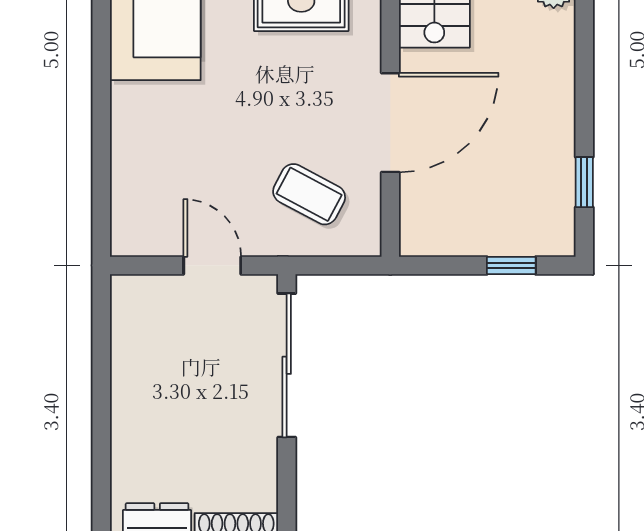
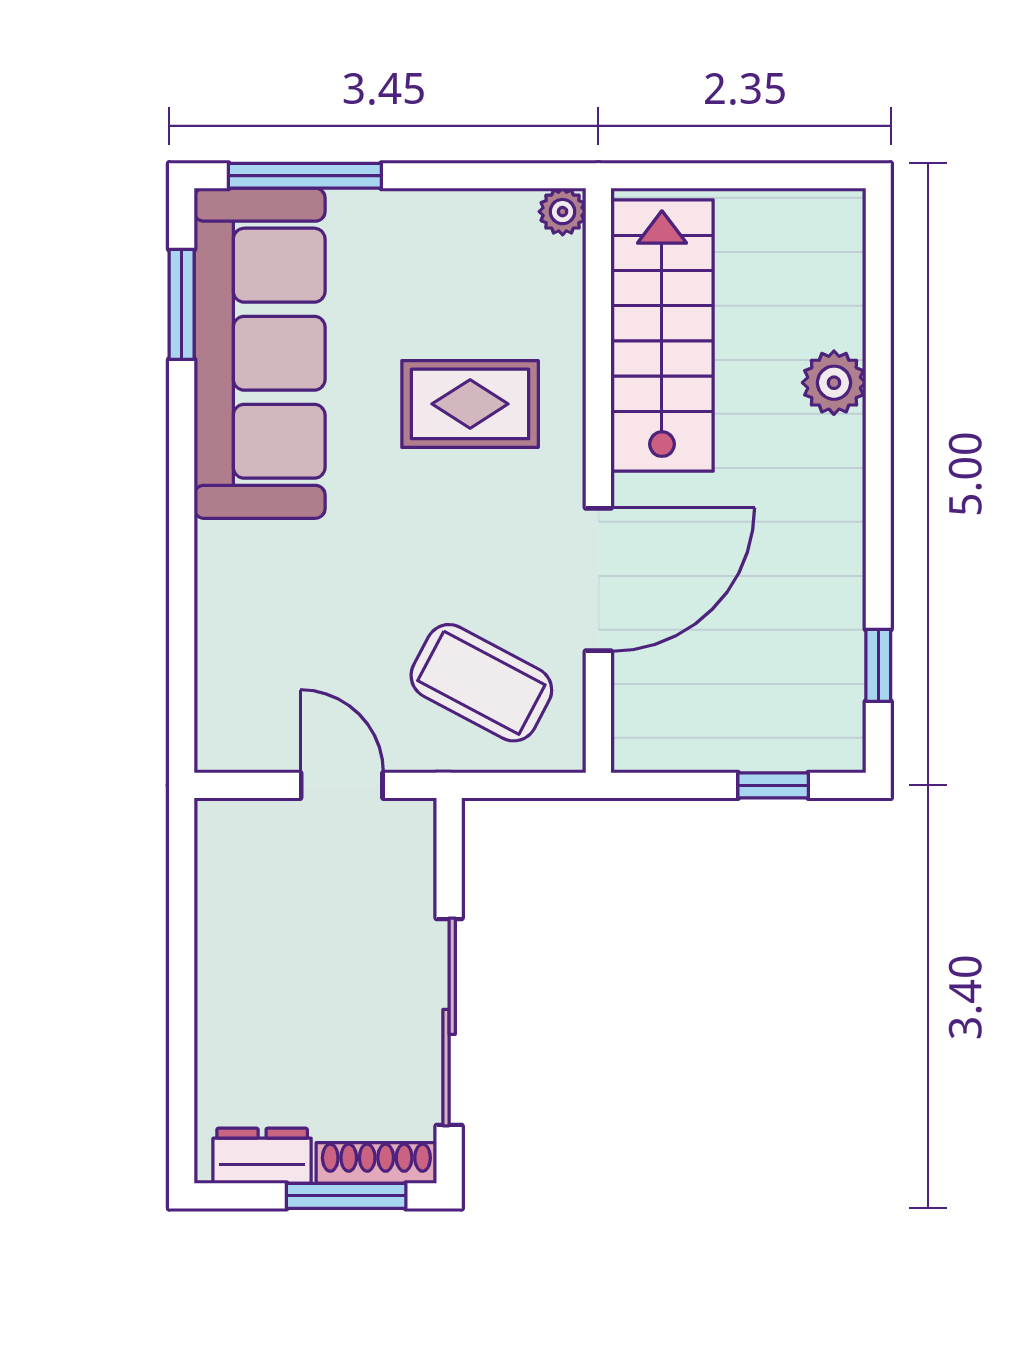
coffee table: (309, 194) -> (481, 683), width x1.36, depth x1.30
sliding door: (287, 365) -> (449, 1022), moved

